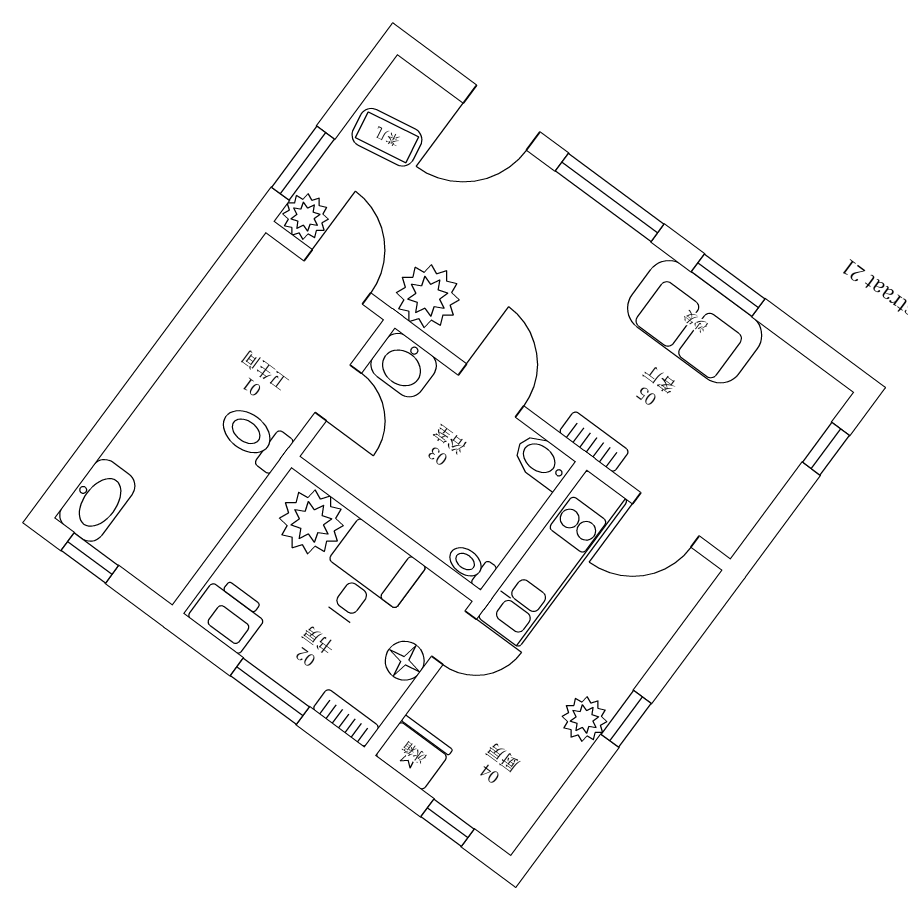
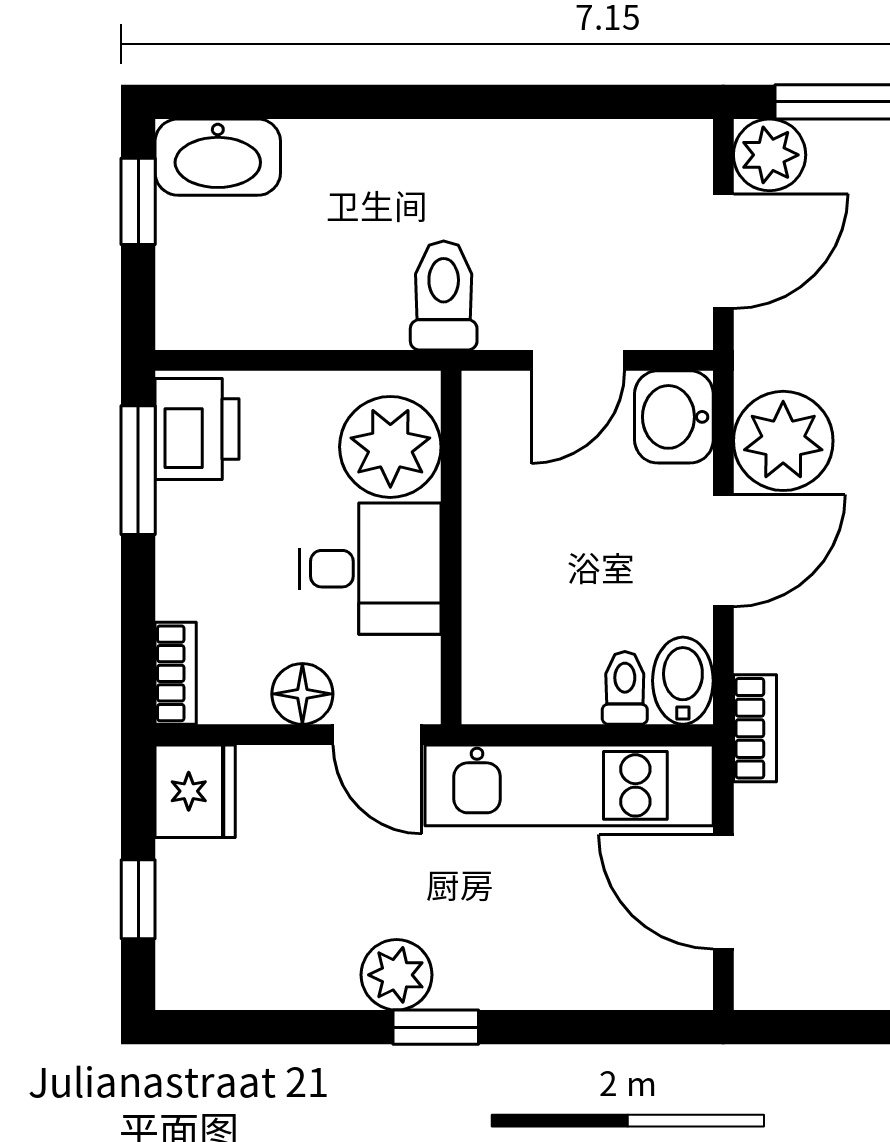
plant: (428, 296) -> (783, 441), moved
toilet: (470, 565) -> (625, 688), moved
window: (270, 691) -> (138, 470), moved

